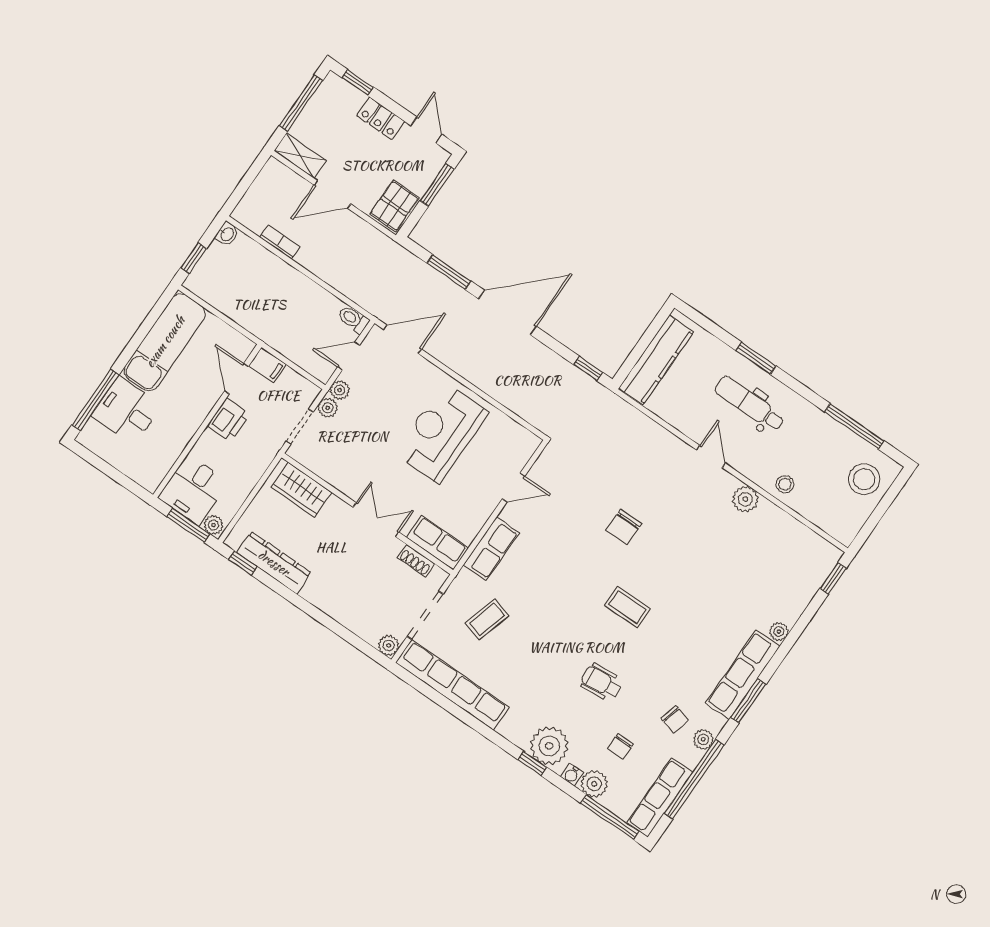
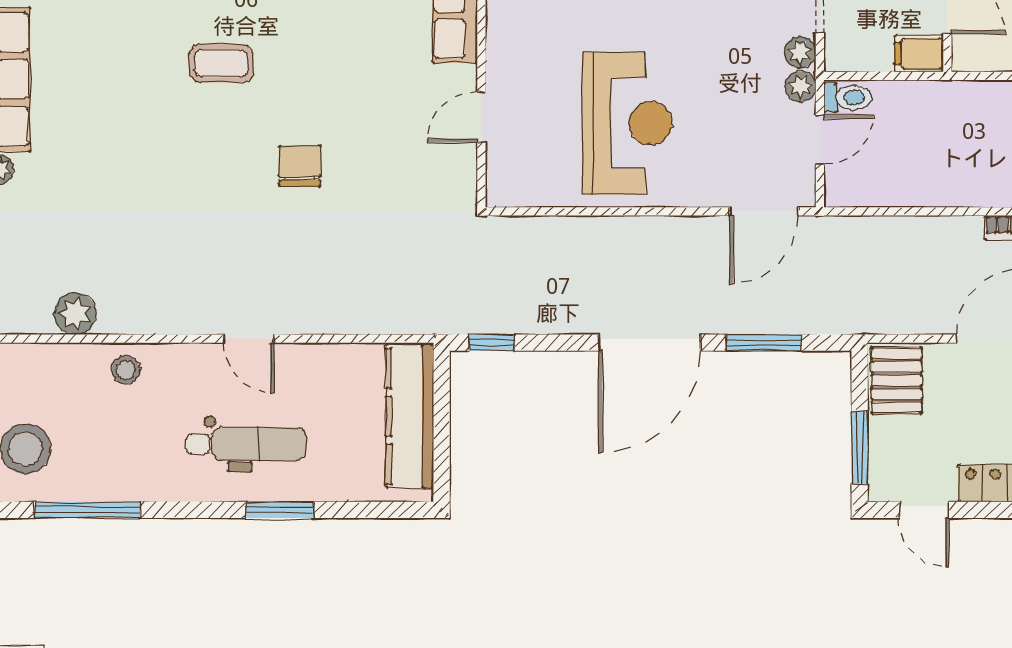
toilet: (353, 319) -> (847, 98), moved
plant: (745, 499) -> (75, 314), moved

